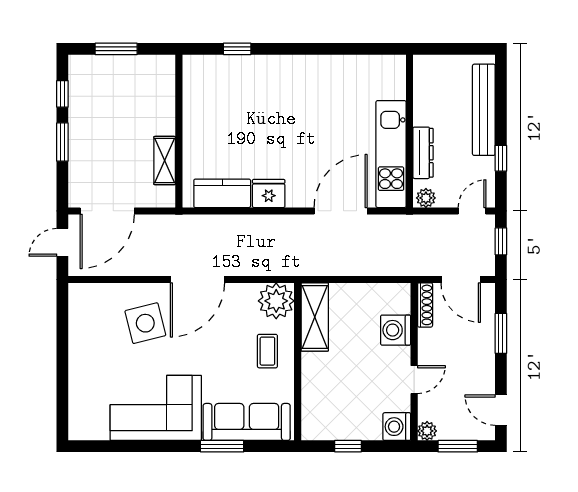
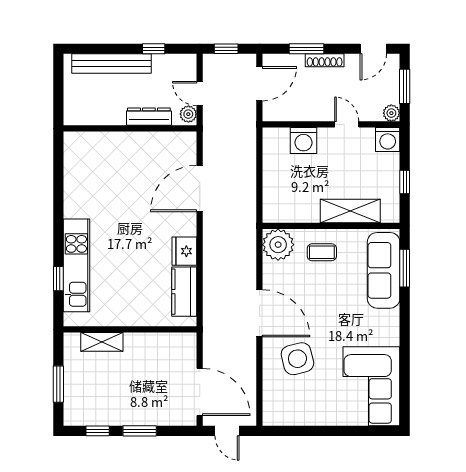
kitchen unit: (391, 154) -> (76, 265), moved, turned -90
shelving: (165, 161) -> (102, 342), moved
door: (341, 211) -> (200, 188), hinge flipped
door: (472, 211) -> (200, 94), moved
shoe rack: (425, 305) -> (325, 60), moved, turned 180
shelving: (315, 317) -> (350, 211), moved
corner sofa: (156, 408) -> (371, 386), moved
window: (222, 446) -> (405, 268), moved

